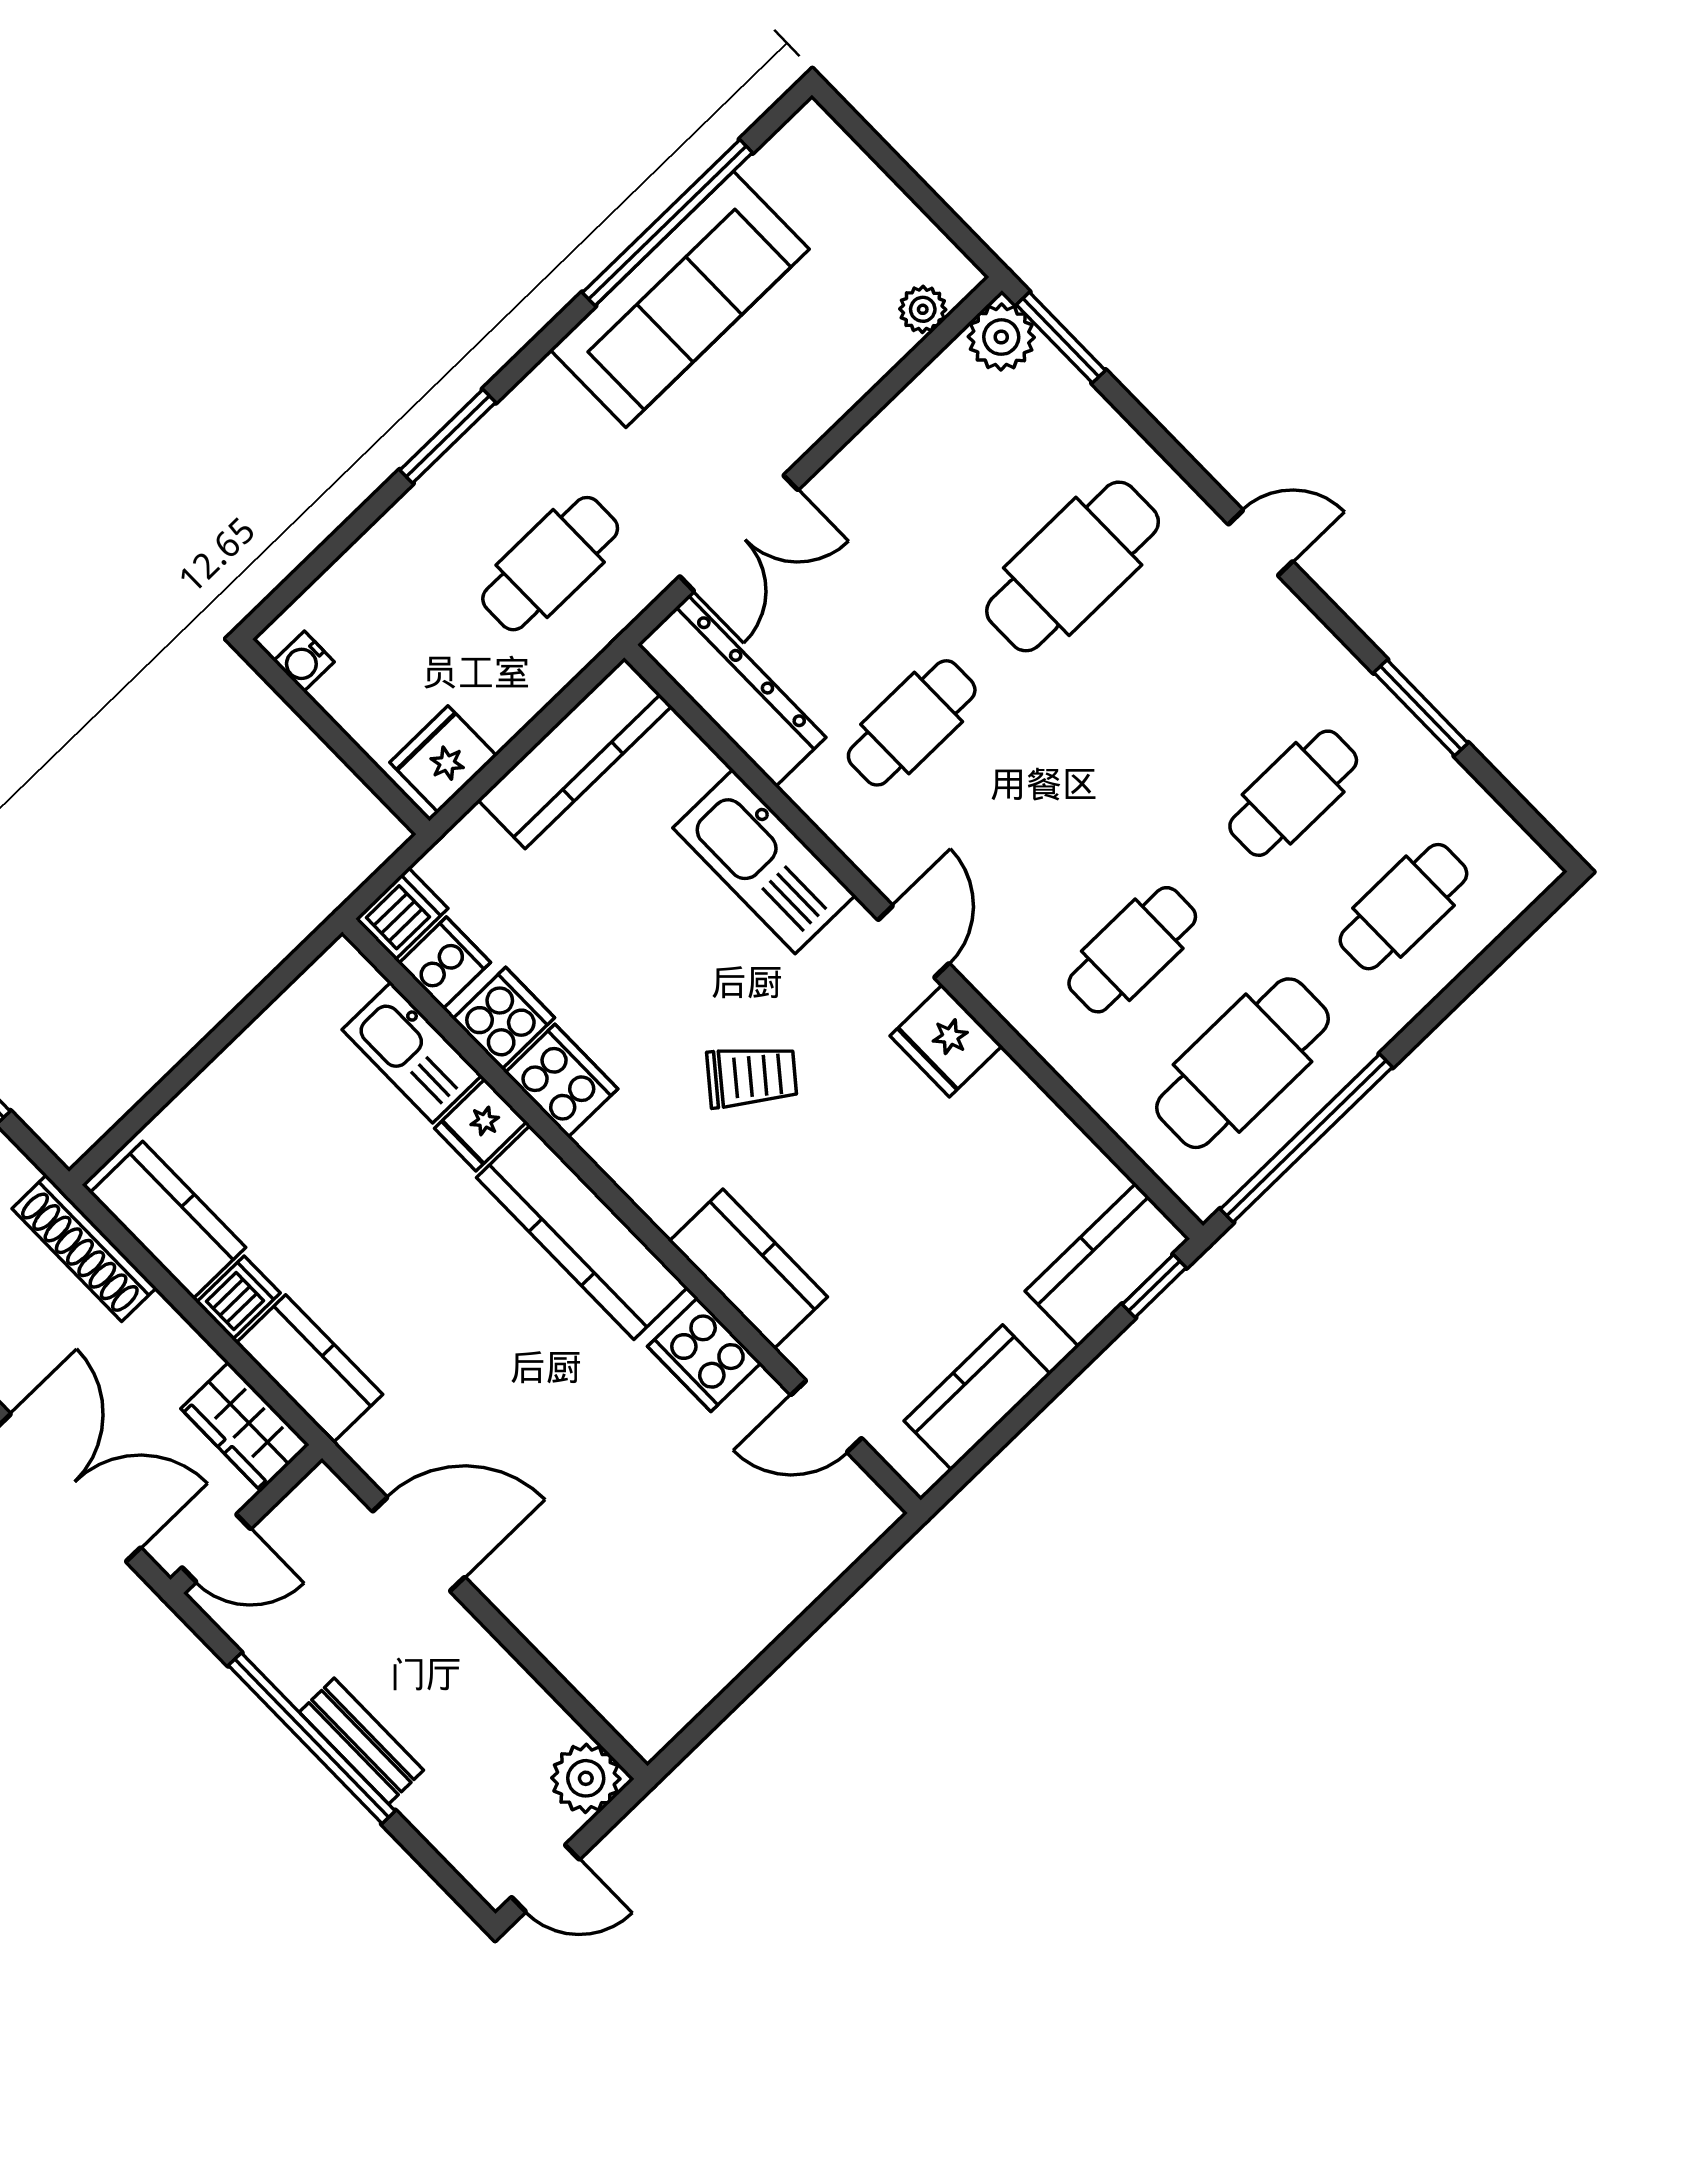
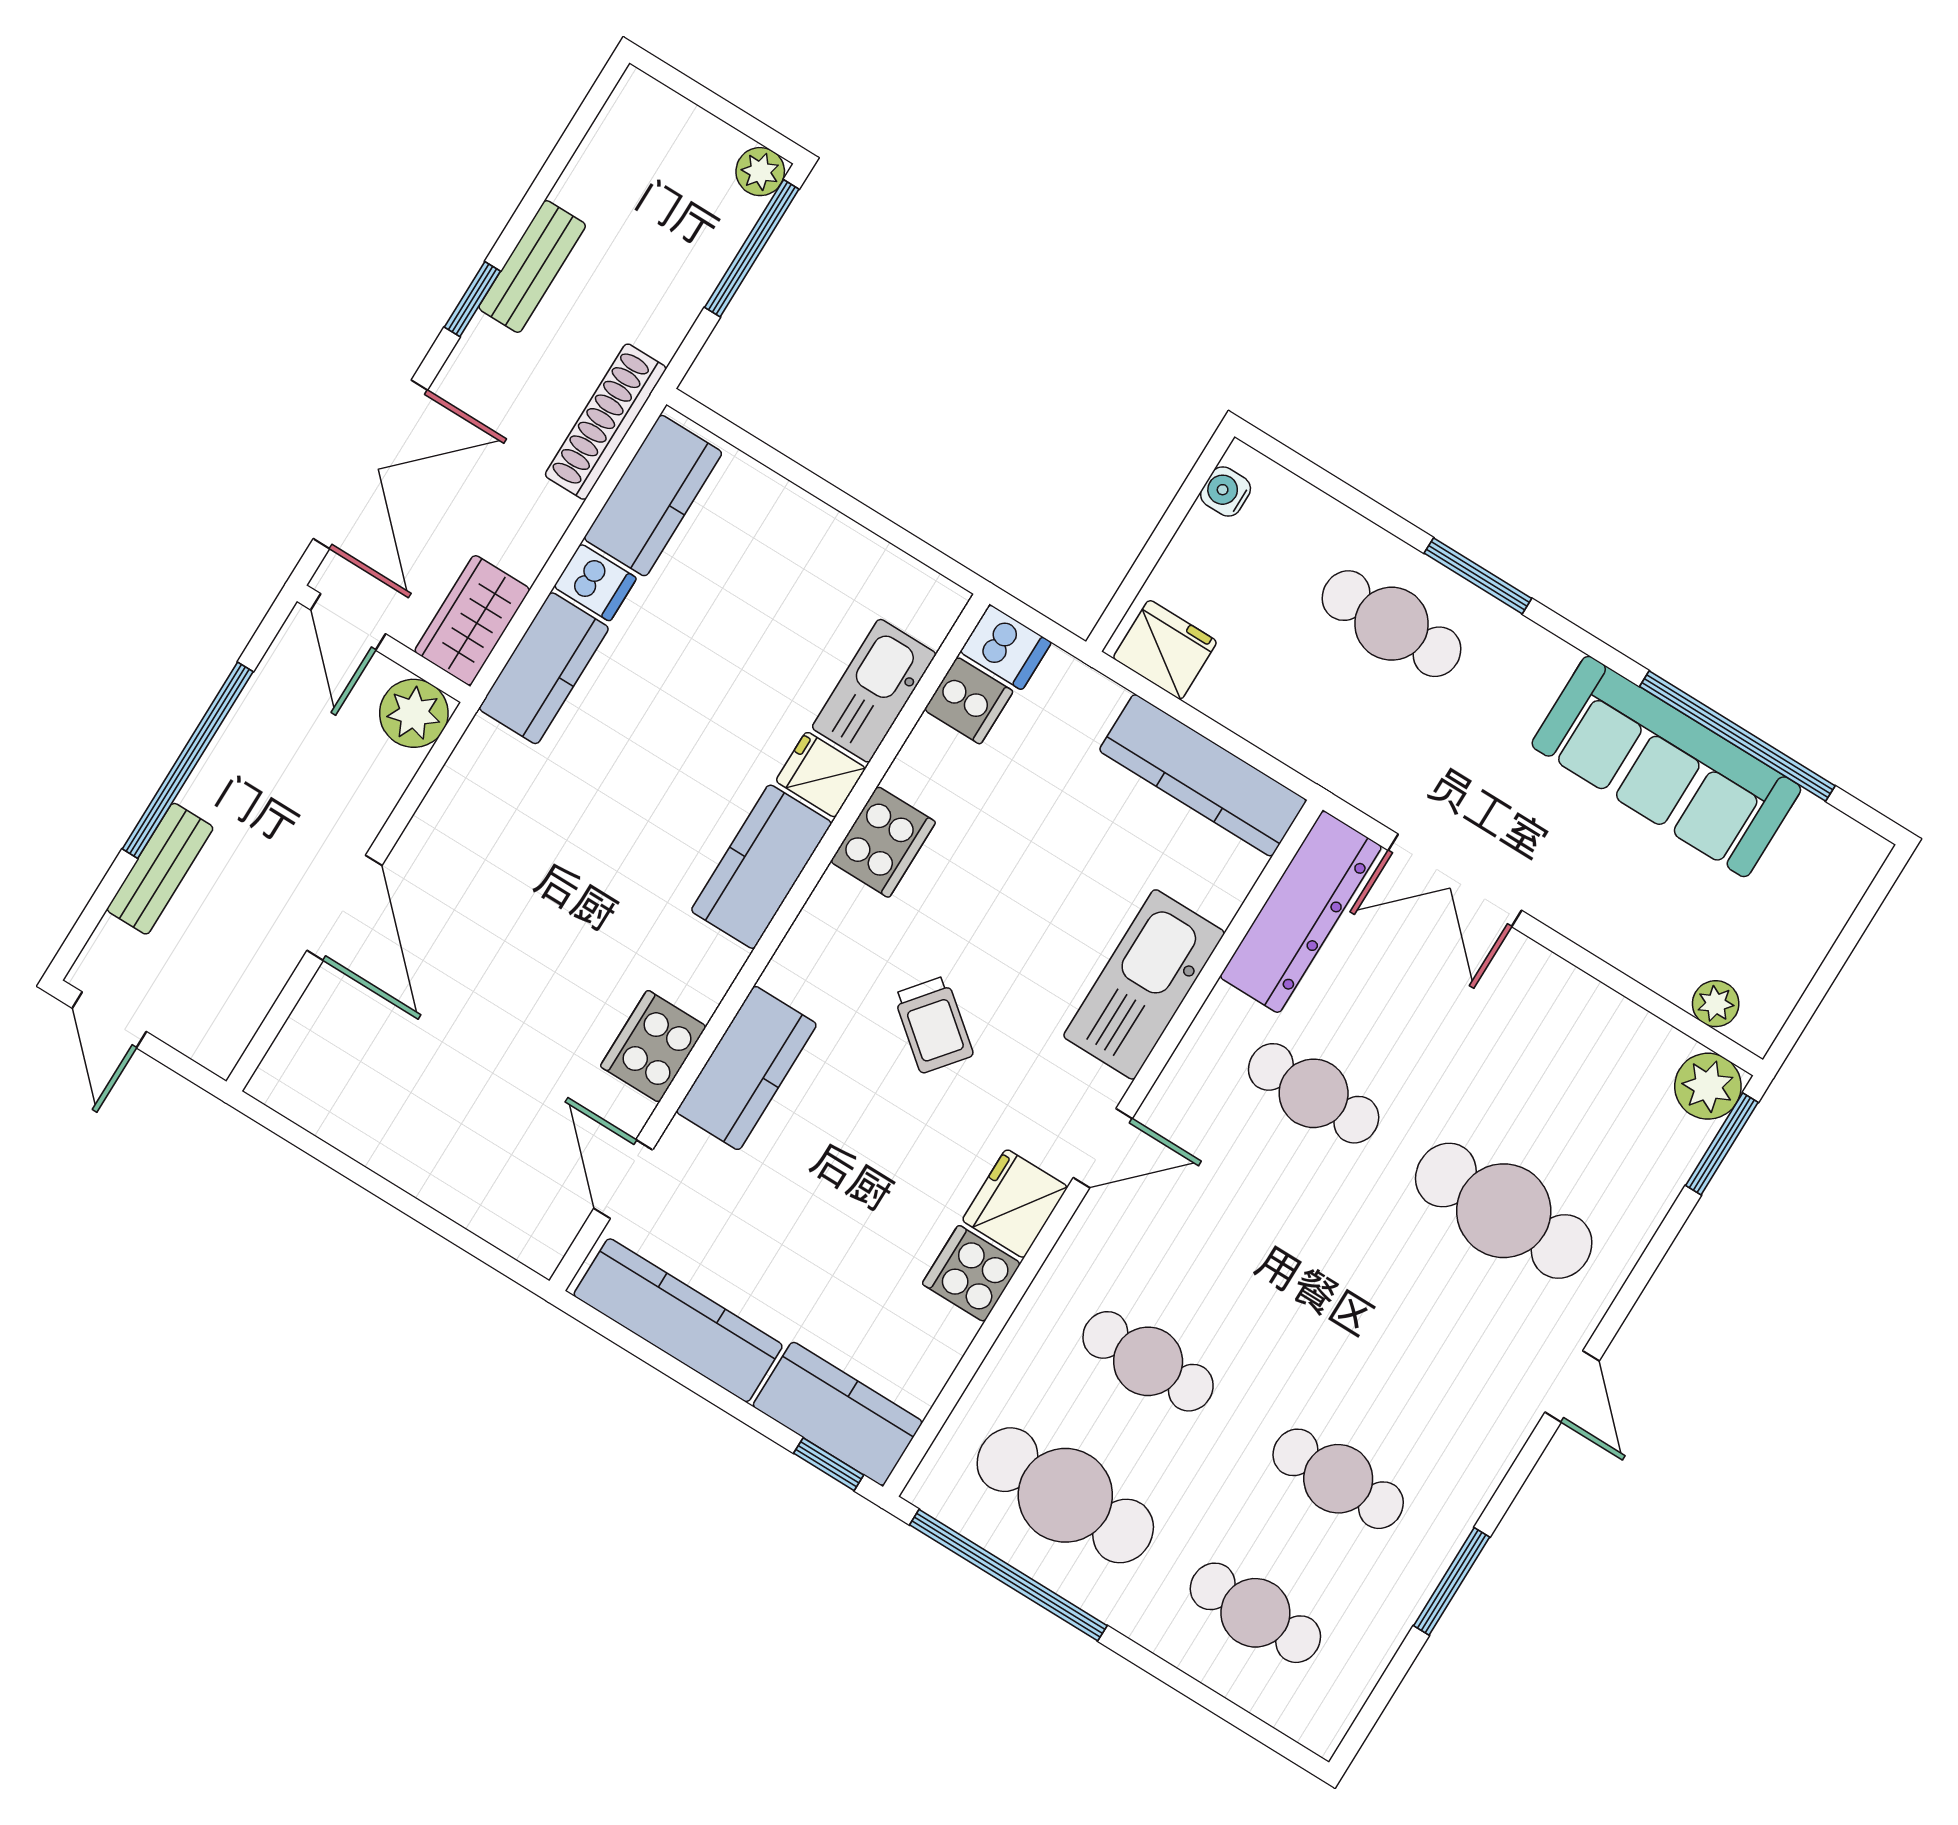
cafe table: (550, 564) -> (1392, 624), moved
cooker: (504, 1018) -> (971, 1274), moved, turned 180
kitchen counter: (582, 1232) -> (761, 867), width x0.67
kitchen counter: (977, 1397) -> (678, 1320), width x1.50
door: (419, 1544) -> (344, 908), moved
bench: (361, 1741) -> (160, 869), moved
plant: (586, 1778) -> (414, 713), moved

